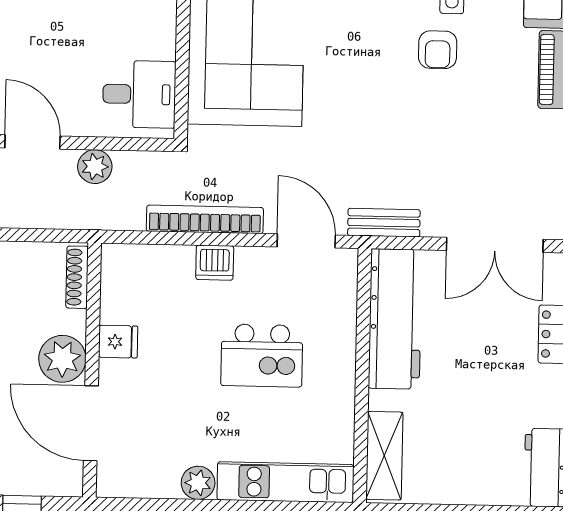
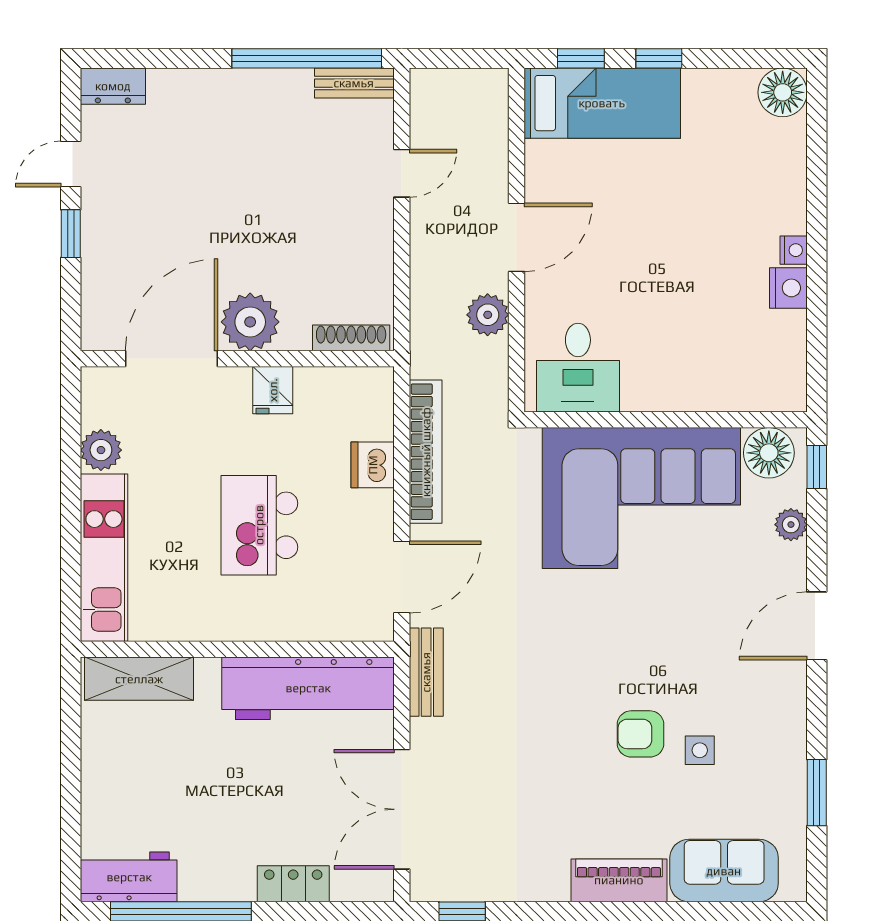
shoe rack: (77, 277) -> (351, 338), moved
fridge: (118, 342) -> (273, 390), moved
plant: (62, 359) -> (250, 322), moved
wall: (92, 370) -> (237, 359), moved
door: (91, 423) -> (172, 359), moved

